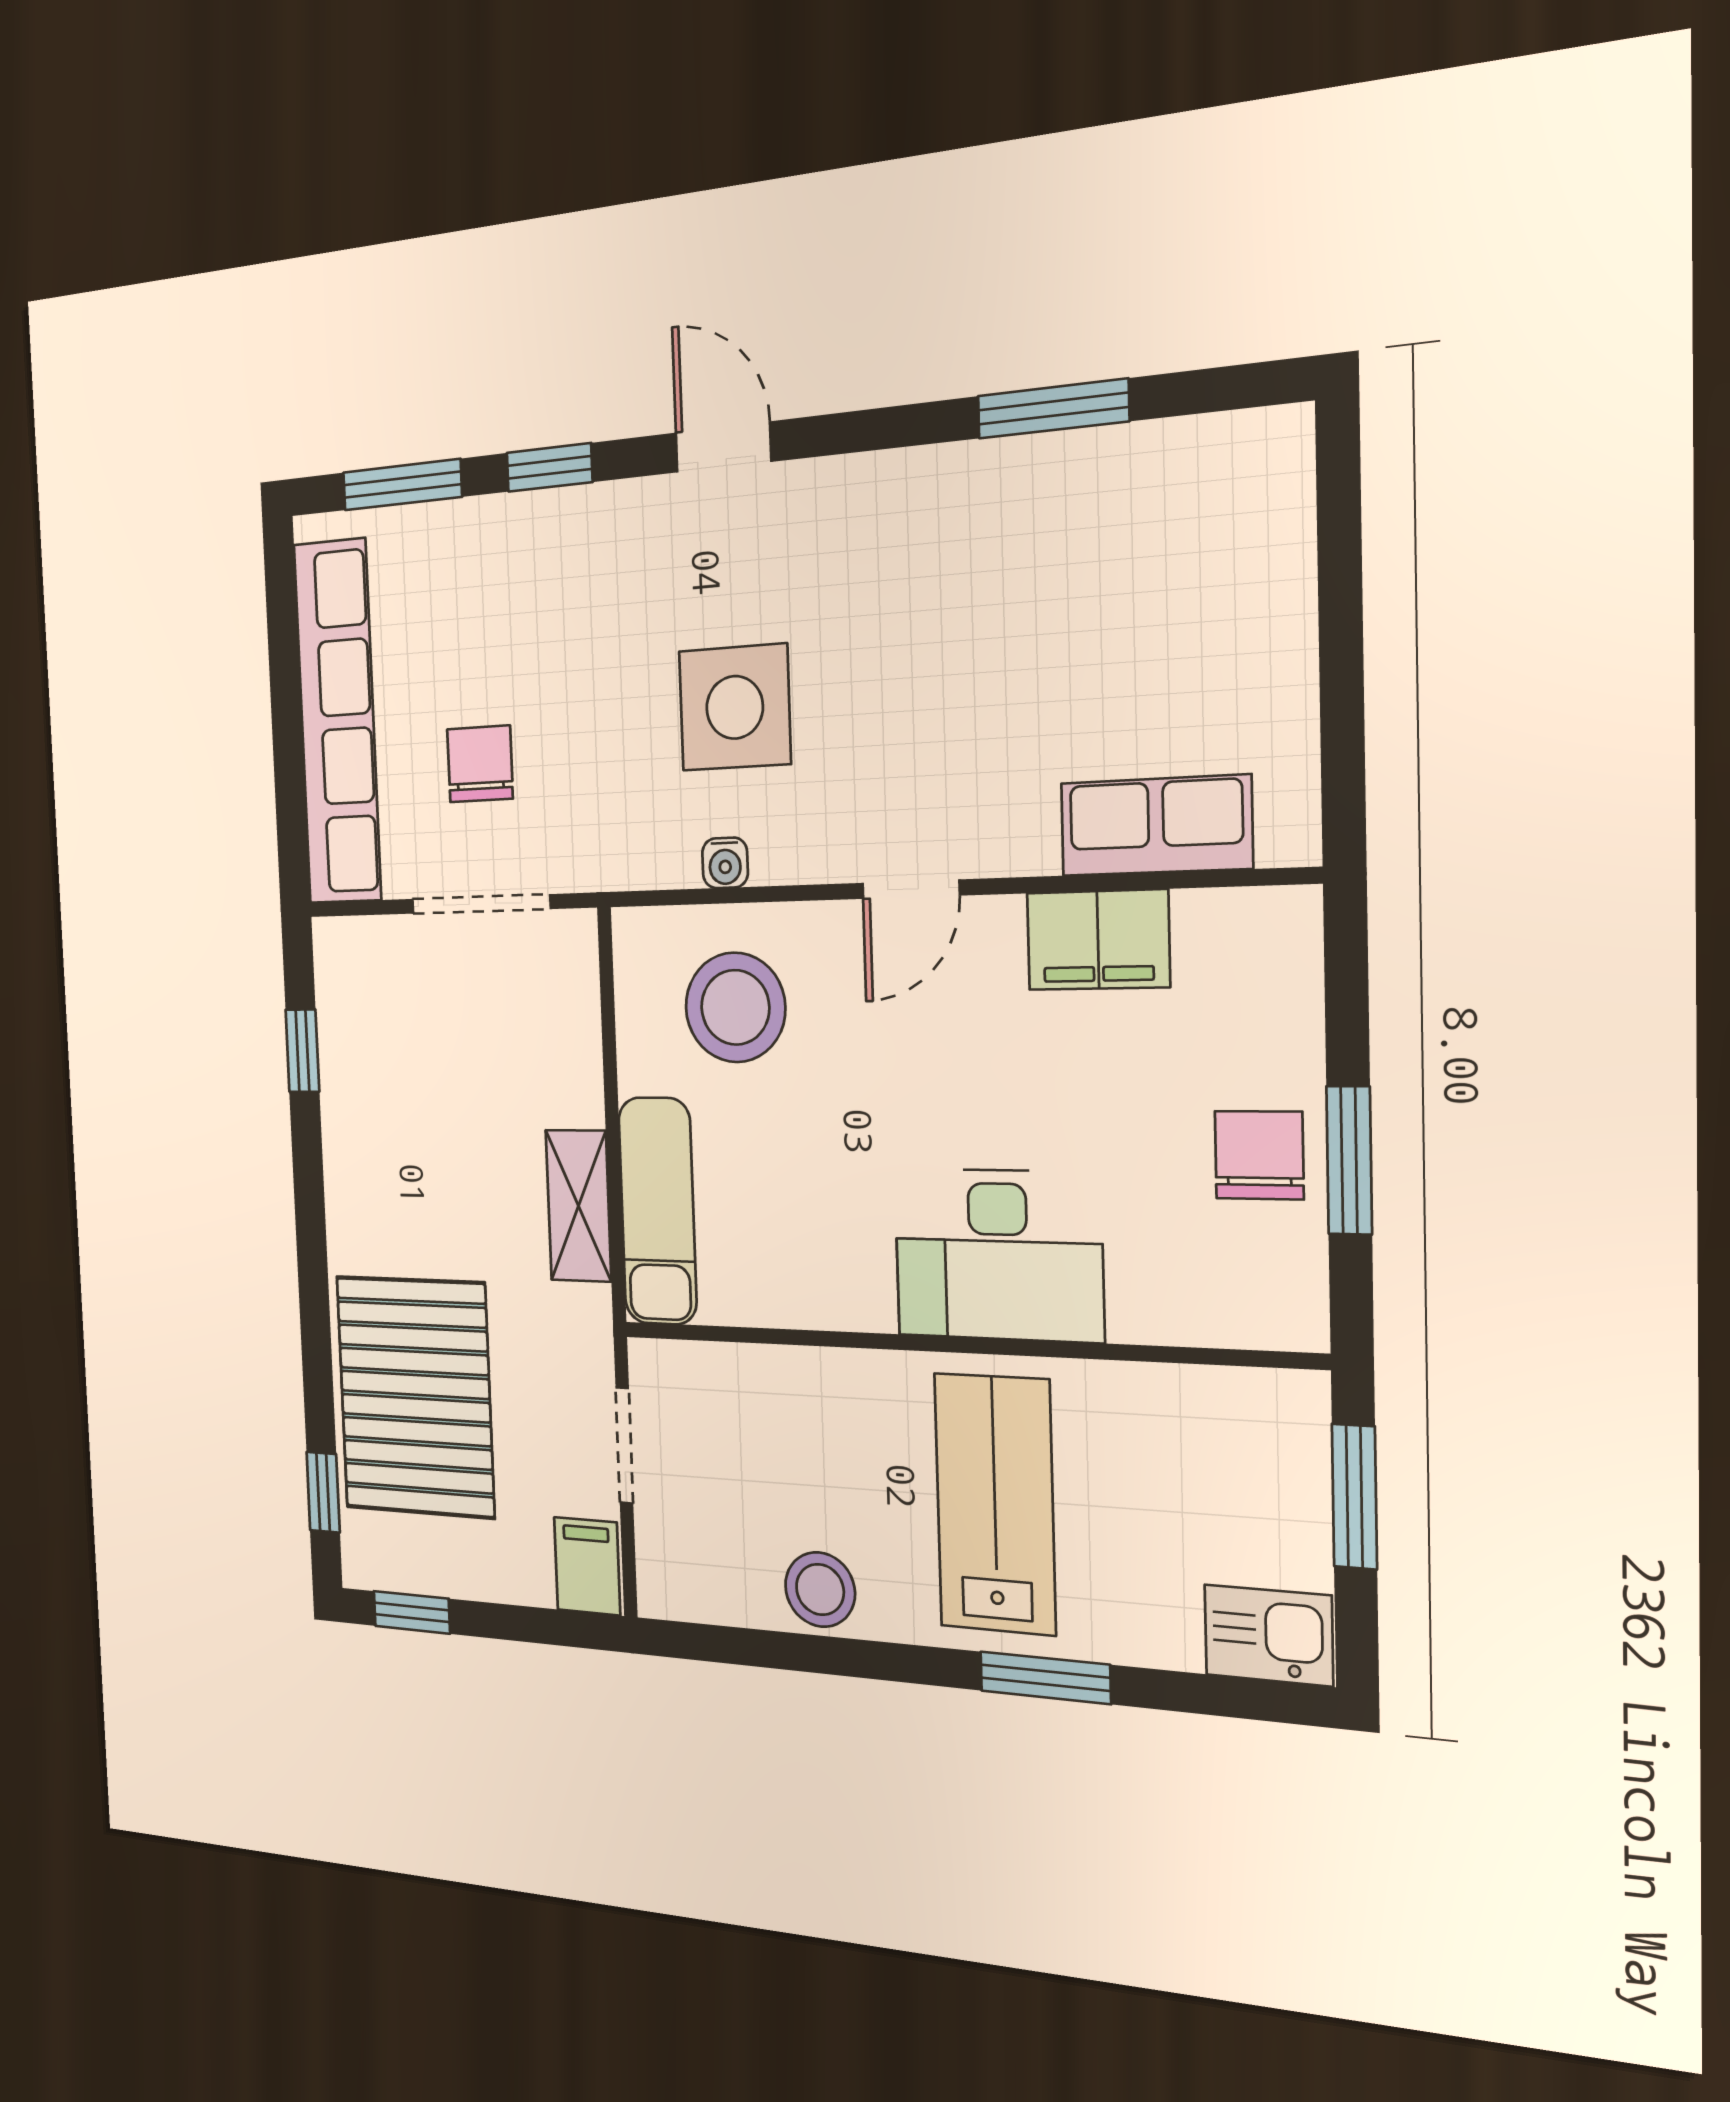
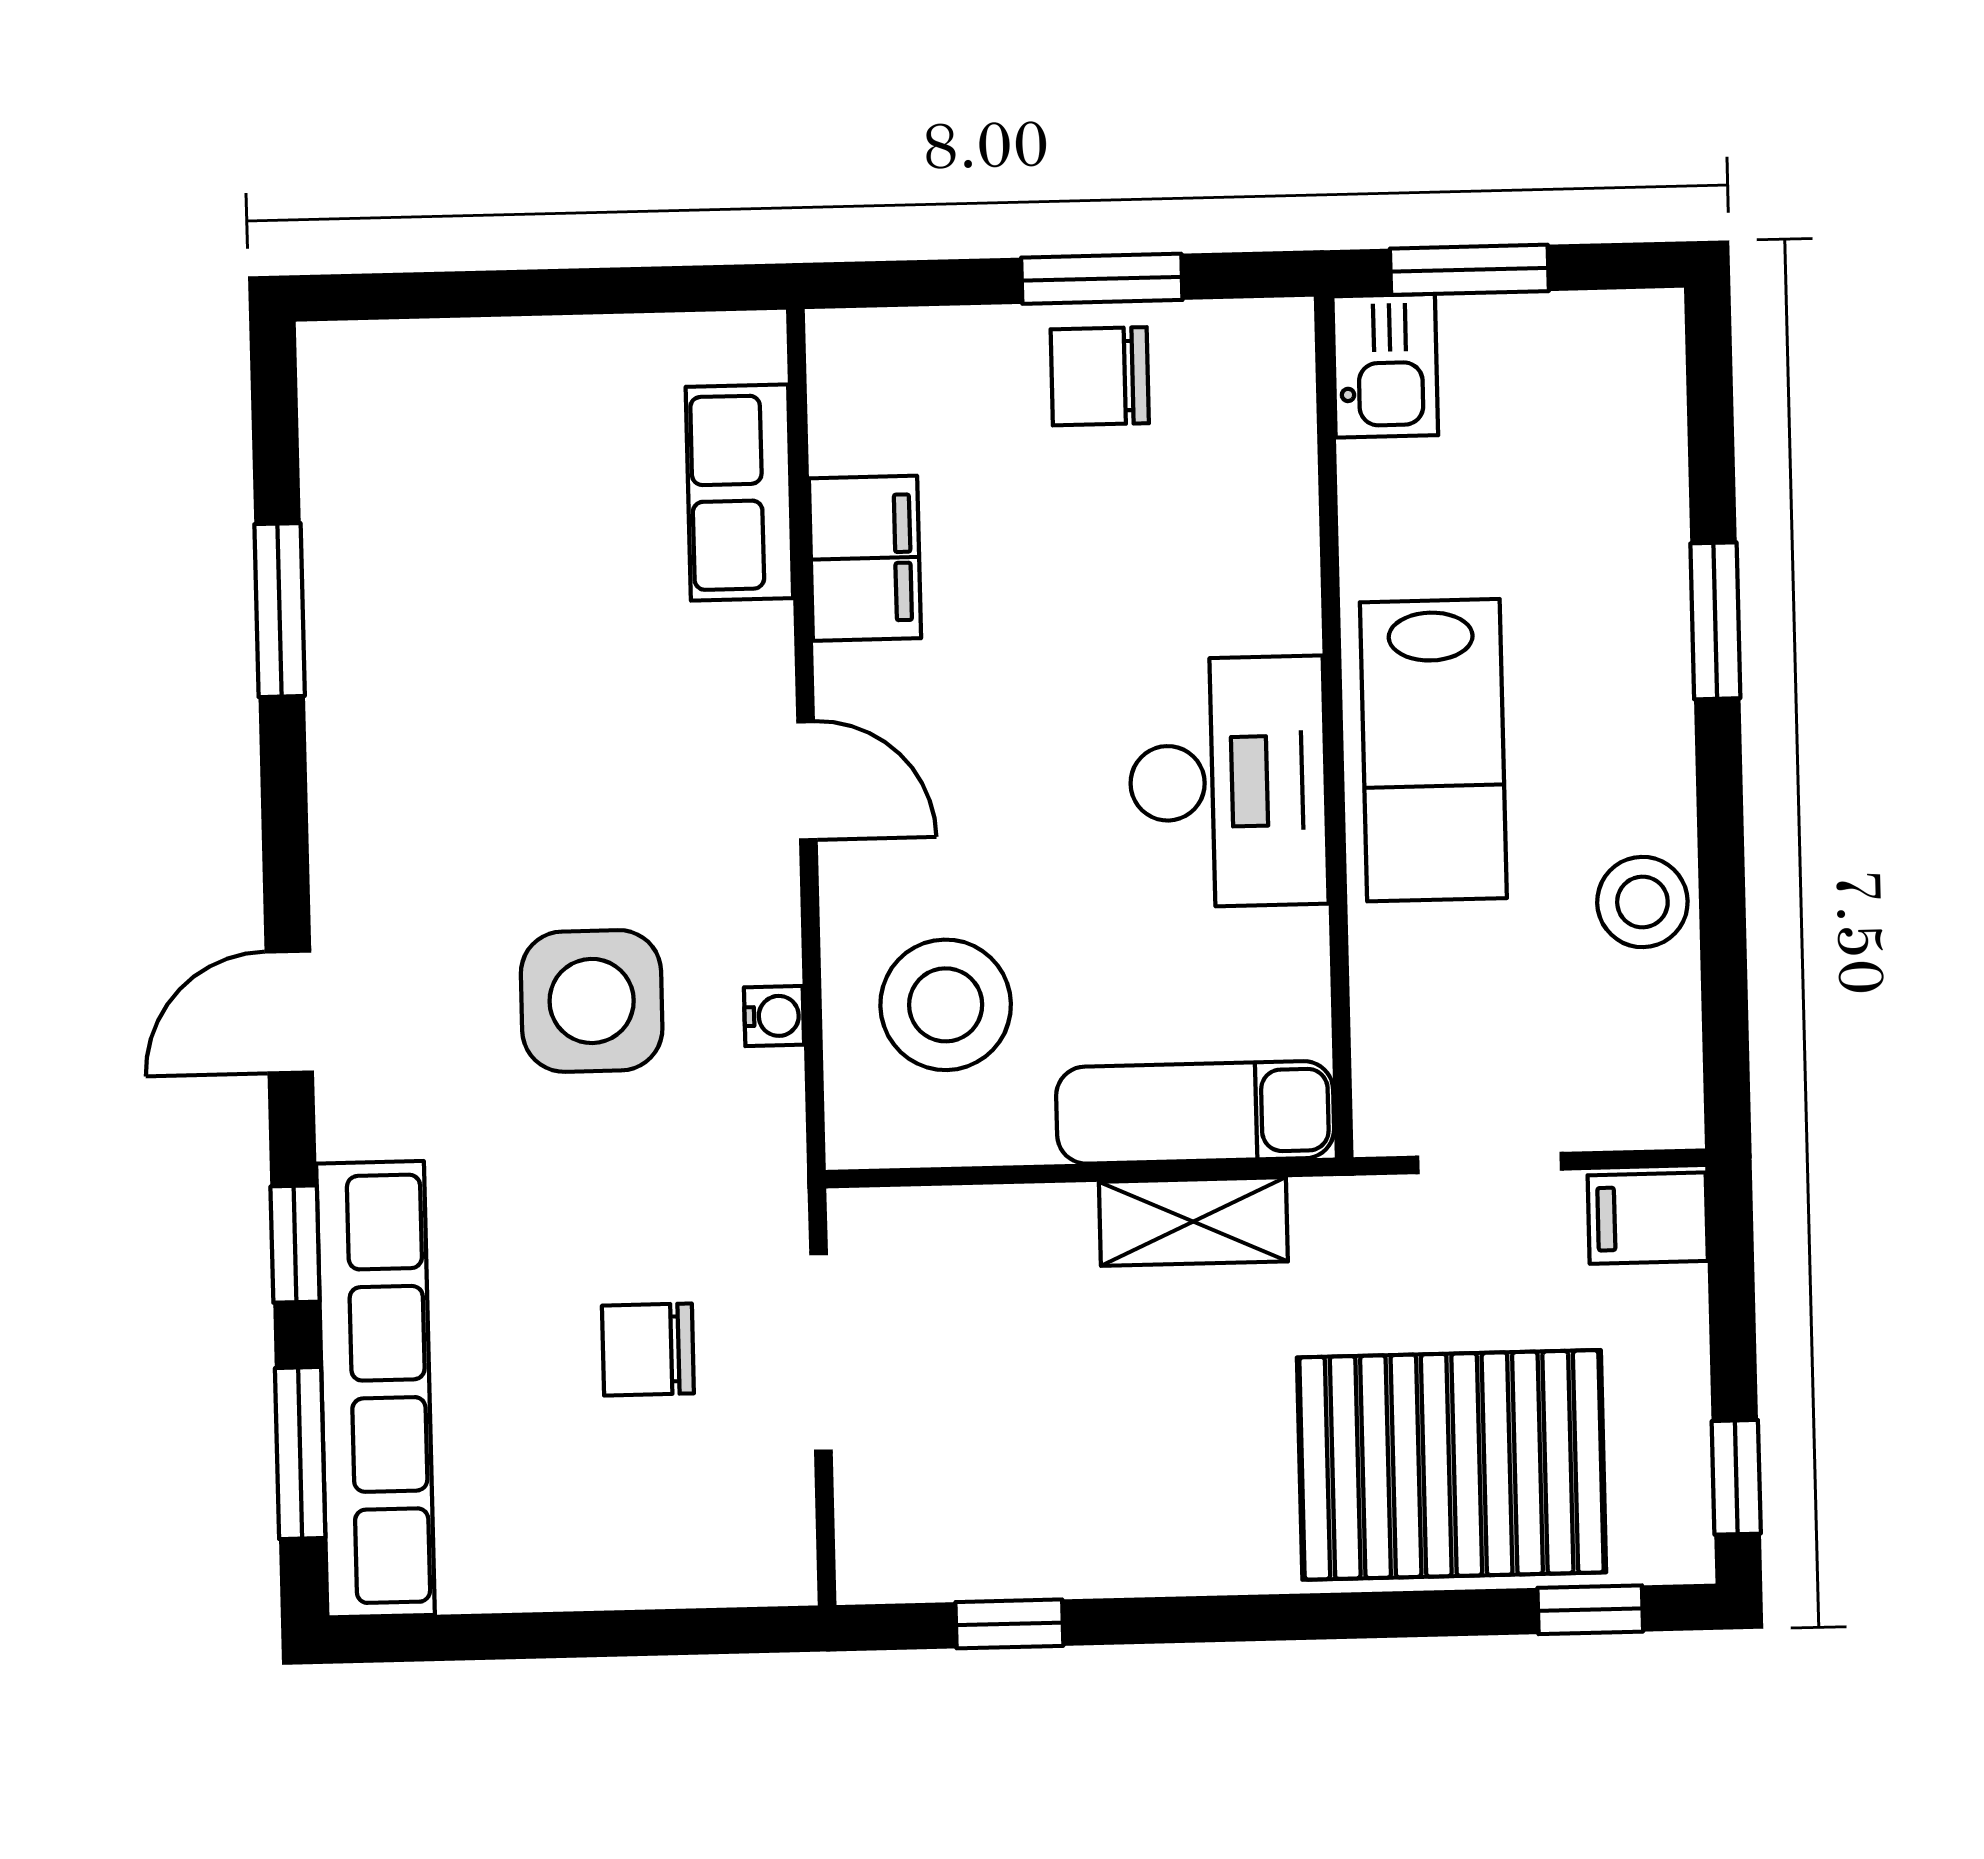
row of seats: (338, 722) -> (376, 1389), moved, turned 90
desk: (998, 1255) -> (1228, 782), moved
lab bench: (995, 1504) -> (1433, 750), moved, turned -90
kitchen sink: (1269, 1635) -> (1385, 366), moved, turned 180

